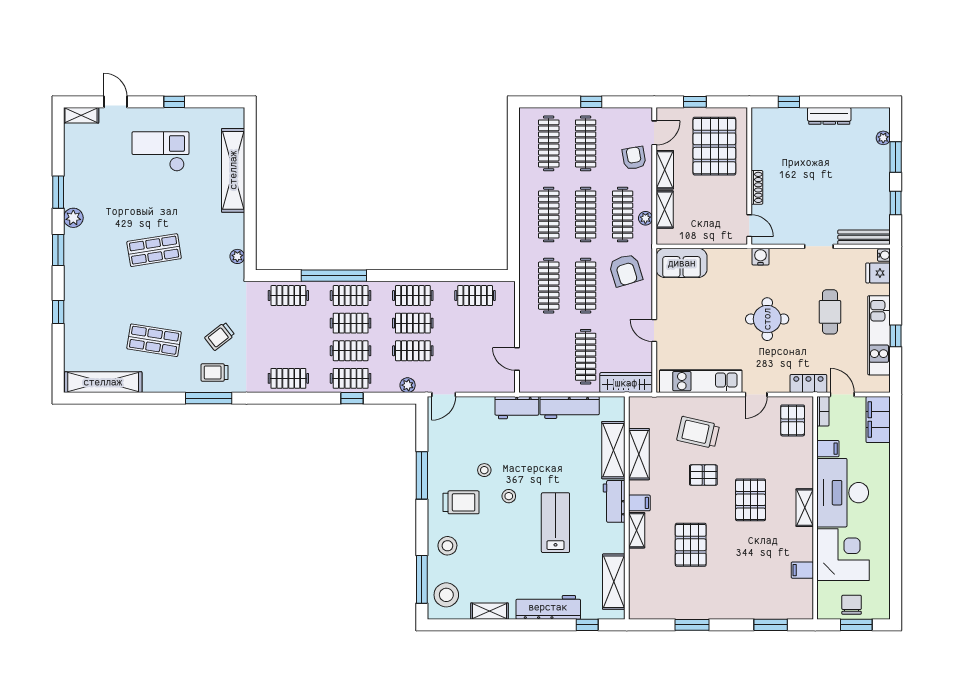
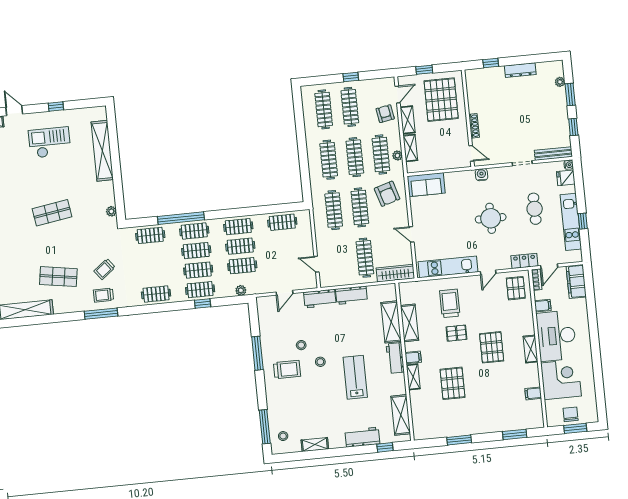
door: (444, 395) -> (285, 293), moved
door: (842, 395) -> (549, 266), swing flipped
workbench: (570, 407) -> (351, 295), width x0.73
trolley: (698, 432) -> (450, 303), turned 77
stool: (447, 546) -> (280, 401), removed
stool: (446, 595) -> (283, 436), width x0.53, depth x0.53
workbench: (548, 607) -> (362, 437), width x0.73

